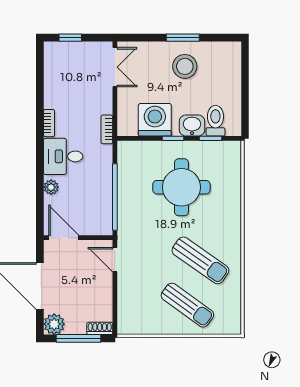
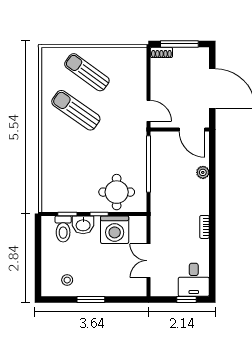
stool: (185, 66) -> (67, 280), moved, width x0.53, depth x0.53
double door: (115, 67) -> (149, 261), moved
bookcase: (107, 129) -> (155, 222), removed
desk: (63, 156) -> (194, 280), moved, turned 90
round table: (181, 187) -> (117, 192), moved, width x0.73, depth x0.73
plant: (54, 324) -> (200, 56), removed

